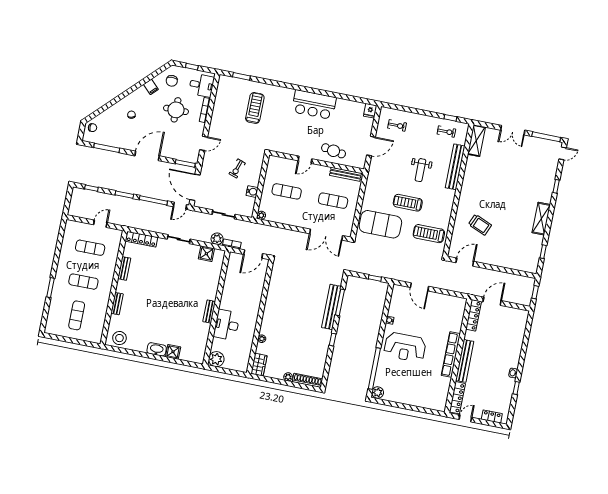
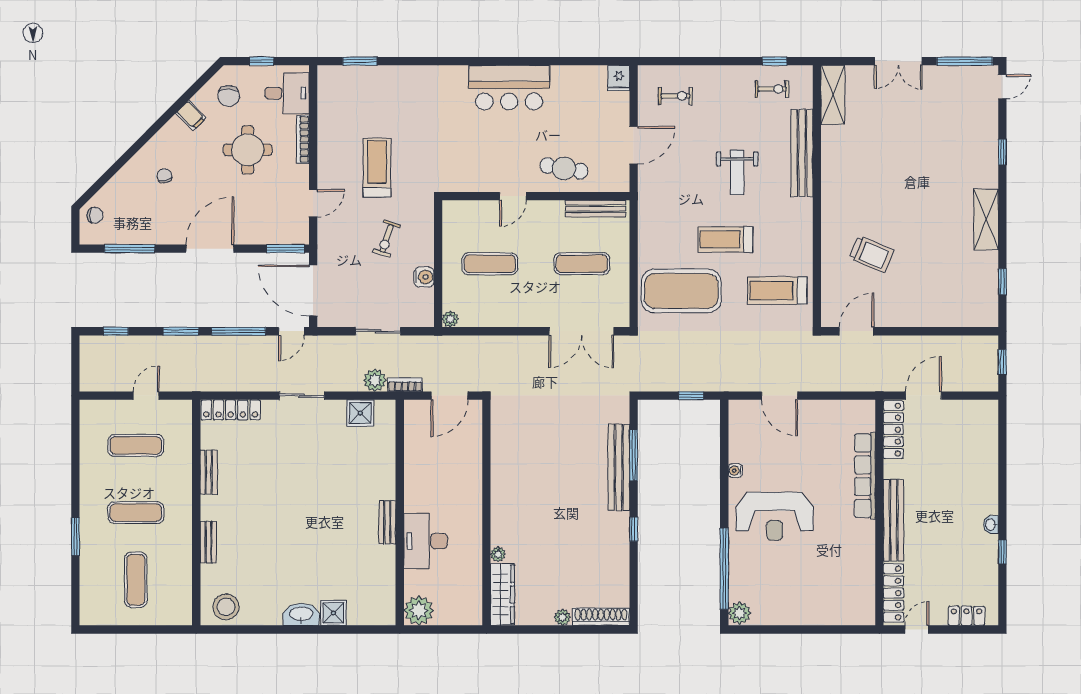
treadmill: (255, 108) -> (377, 168), moved
row of seats: (451, 355) -> (865, 476), moved
wardrobe: (259, 365) -> (502, 594), width x1.50

